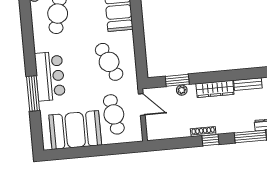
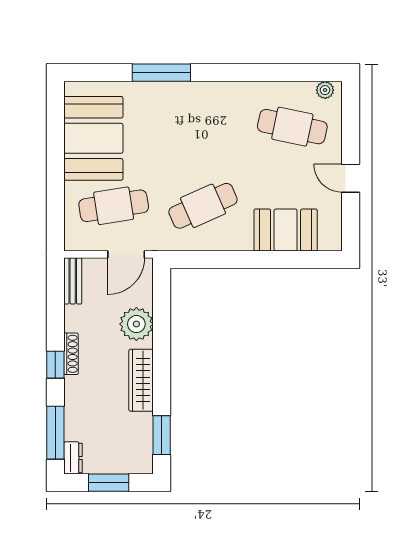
bar counter: (50, 76) -> (188, 104), removed
window: (177, 80) -> (162, 435), moved
bench: (248, 84) -> (73, 281), moved
plant: (182, 90) -> (136, 324), width x1.88, depth x1.88

